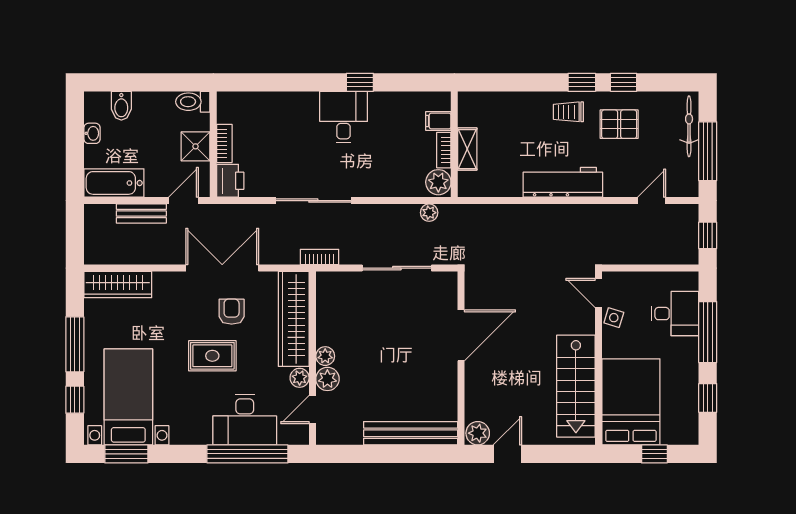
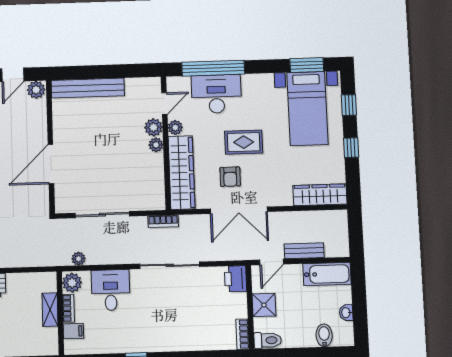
desk: (344, 117) -> (111, 290), moved, turned 180
bookcase: (224, 143) -> (242, 334), moved
window: (75, 344) -> (351, 148), width x0.46

